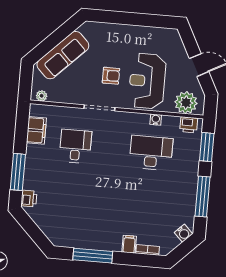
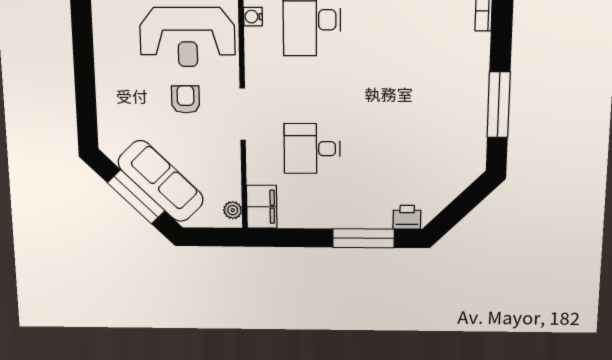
window: (54, 39) -> (136, 197), added
filing cabinet: (36, 130) -> (262, 207), moved, turned 90
filing cabinet: (129, 244) -> (475, 44), removed

